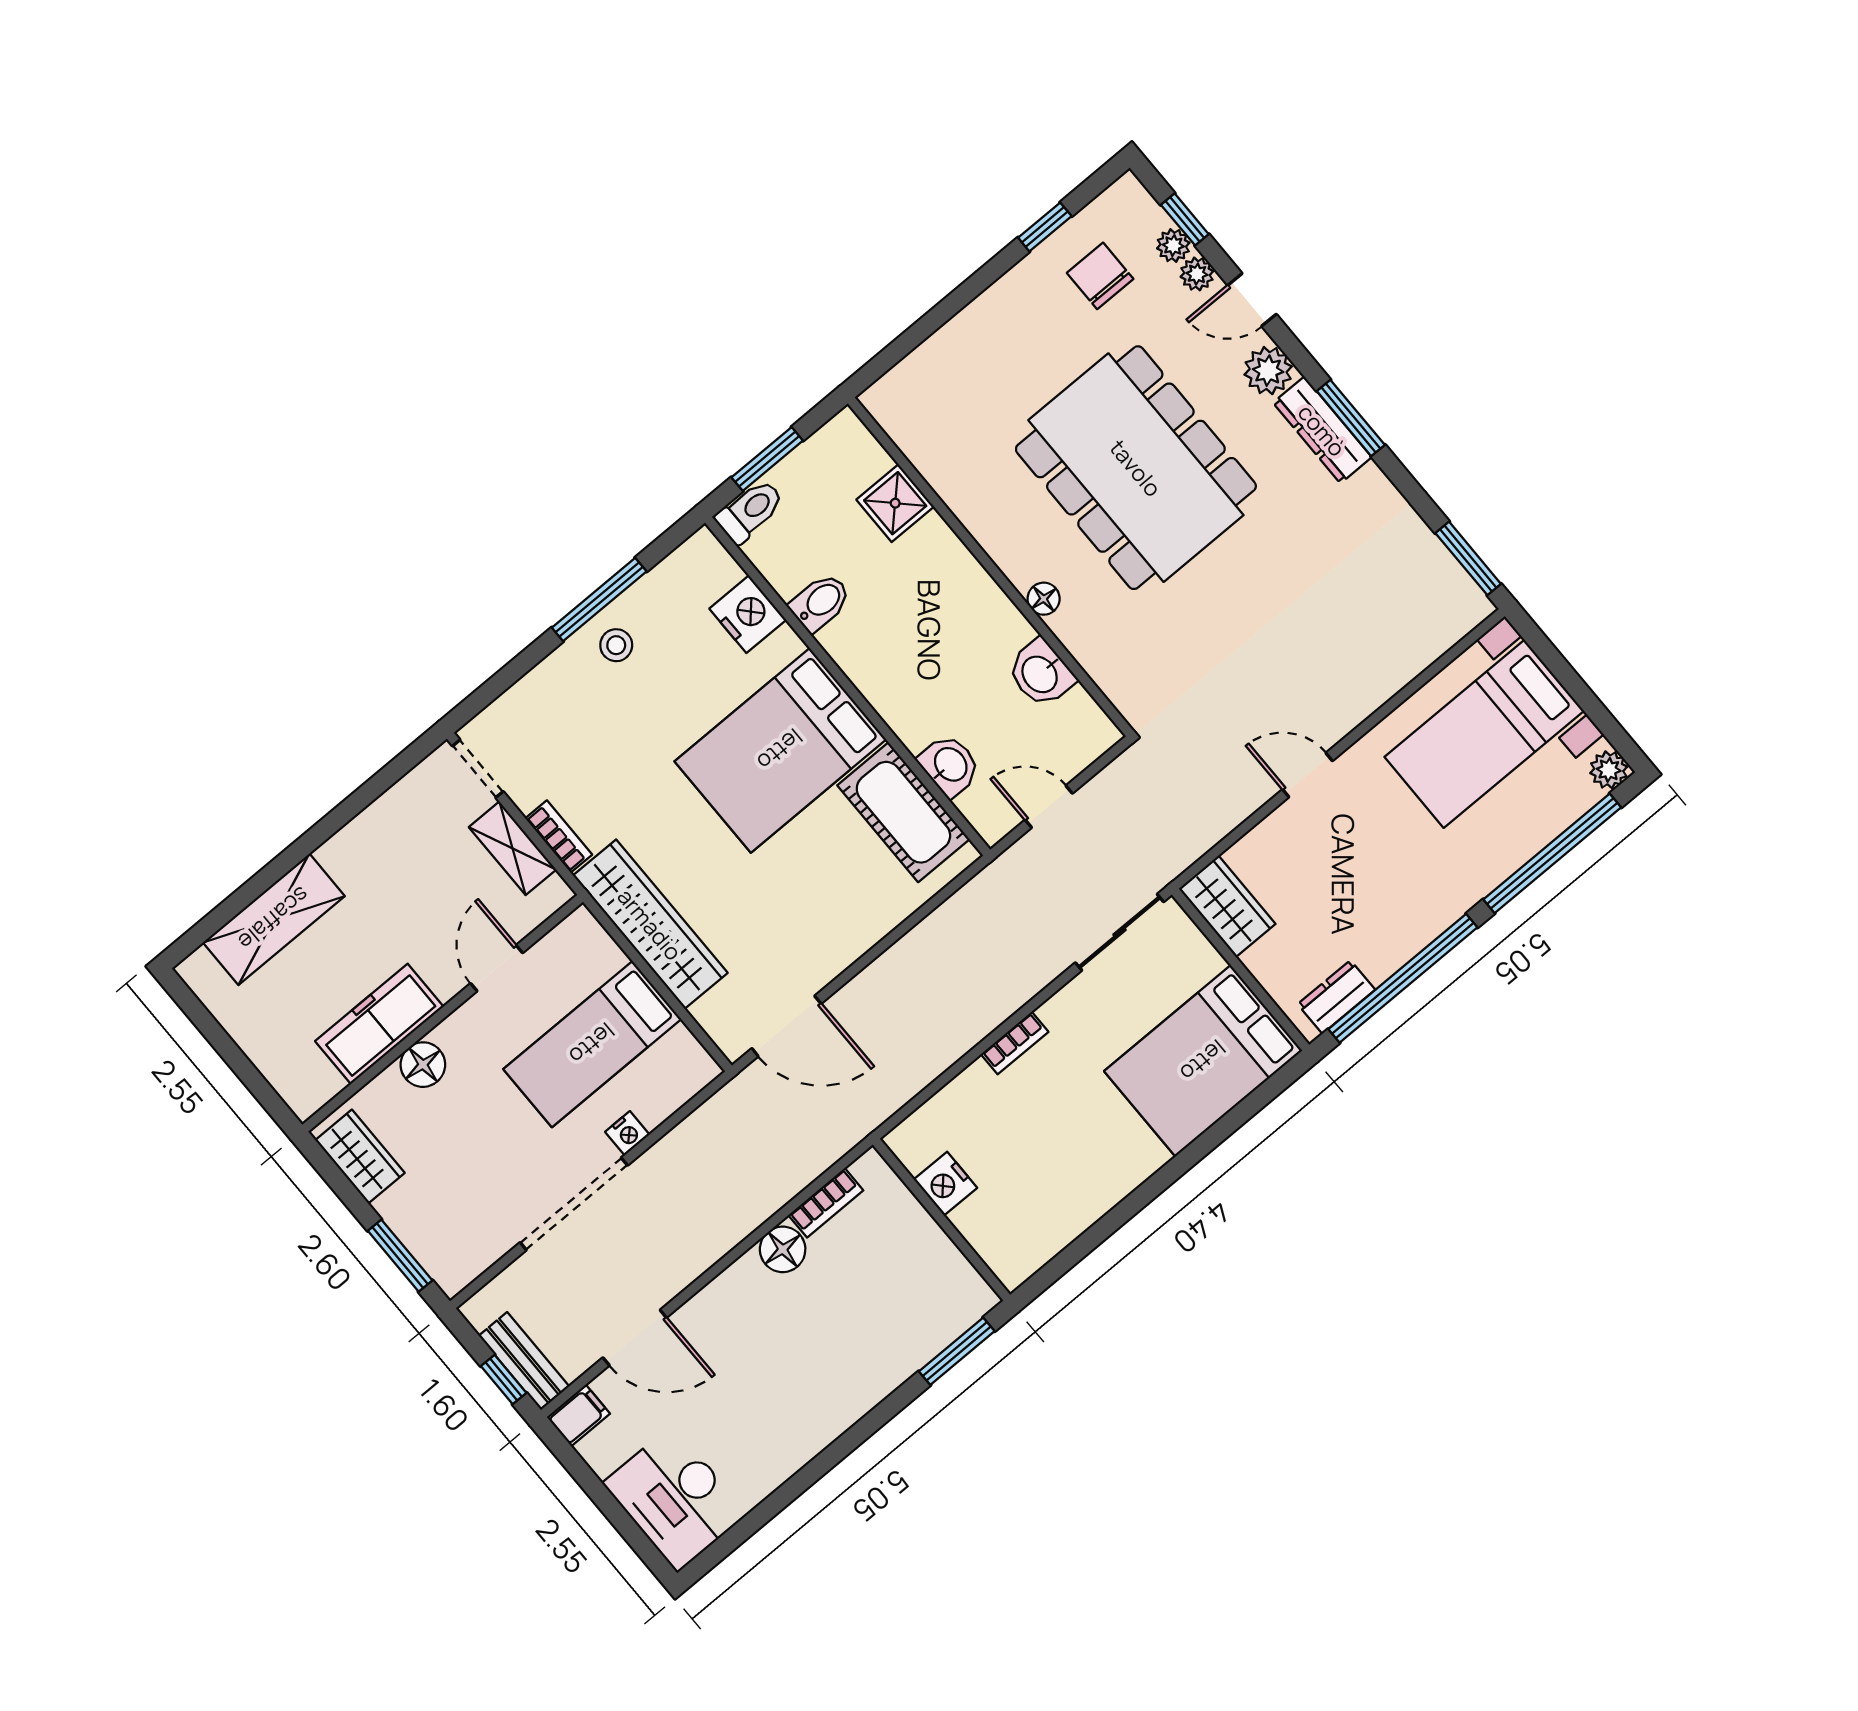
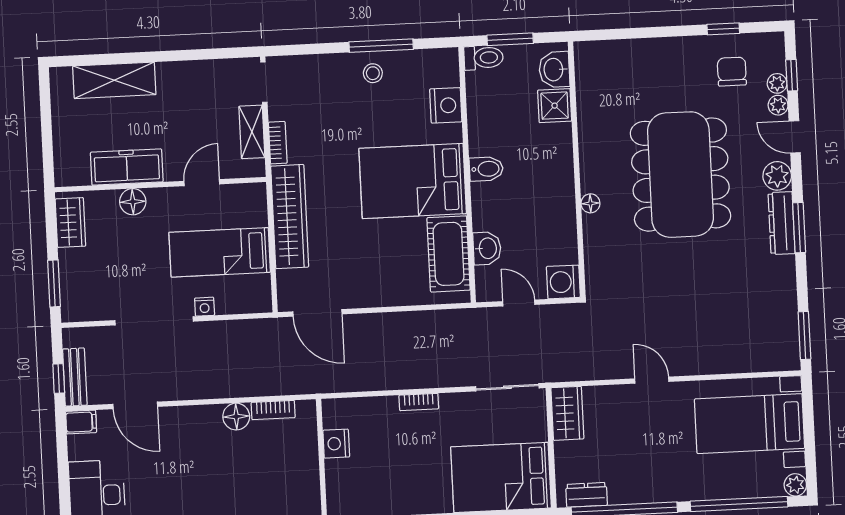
bidet: (820, 602) -> (486, 169), moved
washbasin: (1041, 673) -> (554, 70), moved
washing machine: (1087, 733) -> (563, 282), added

